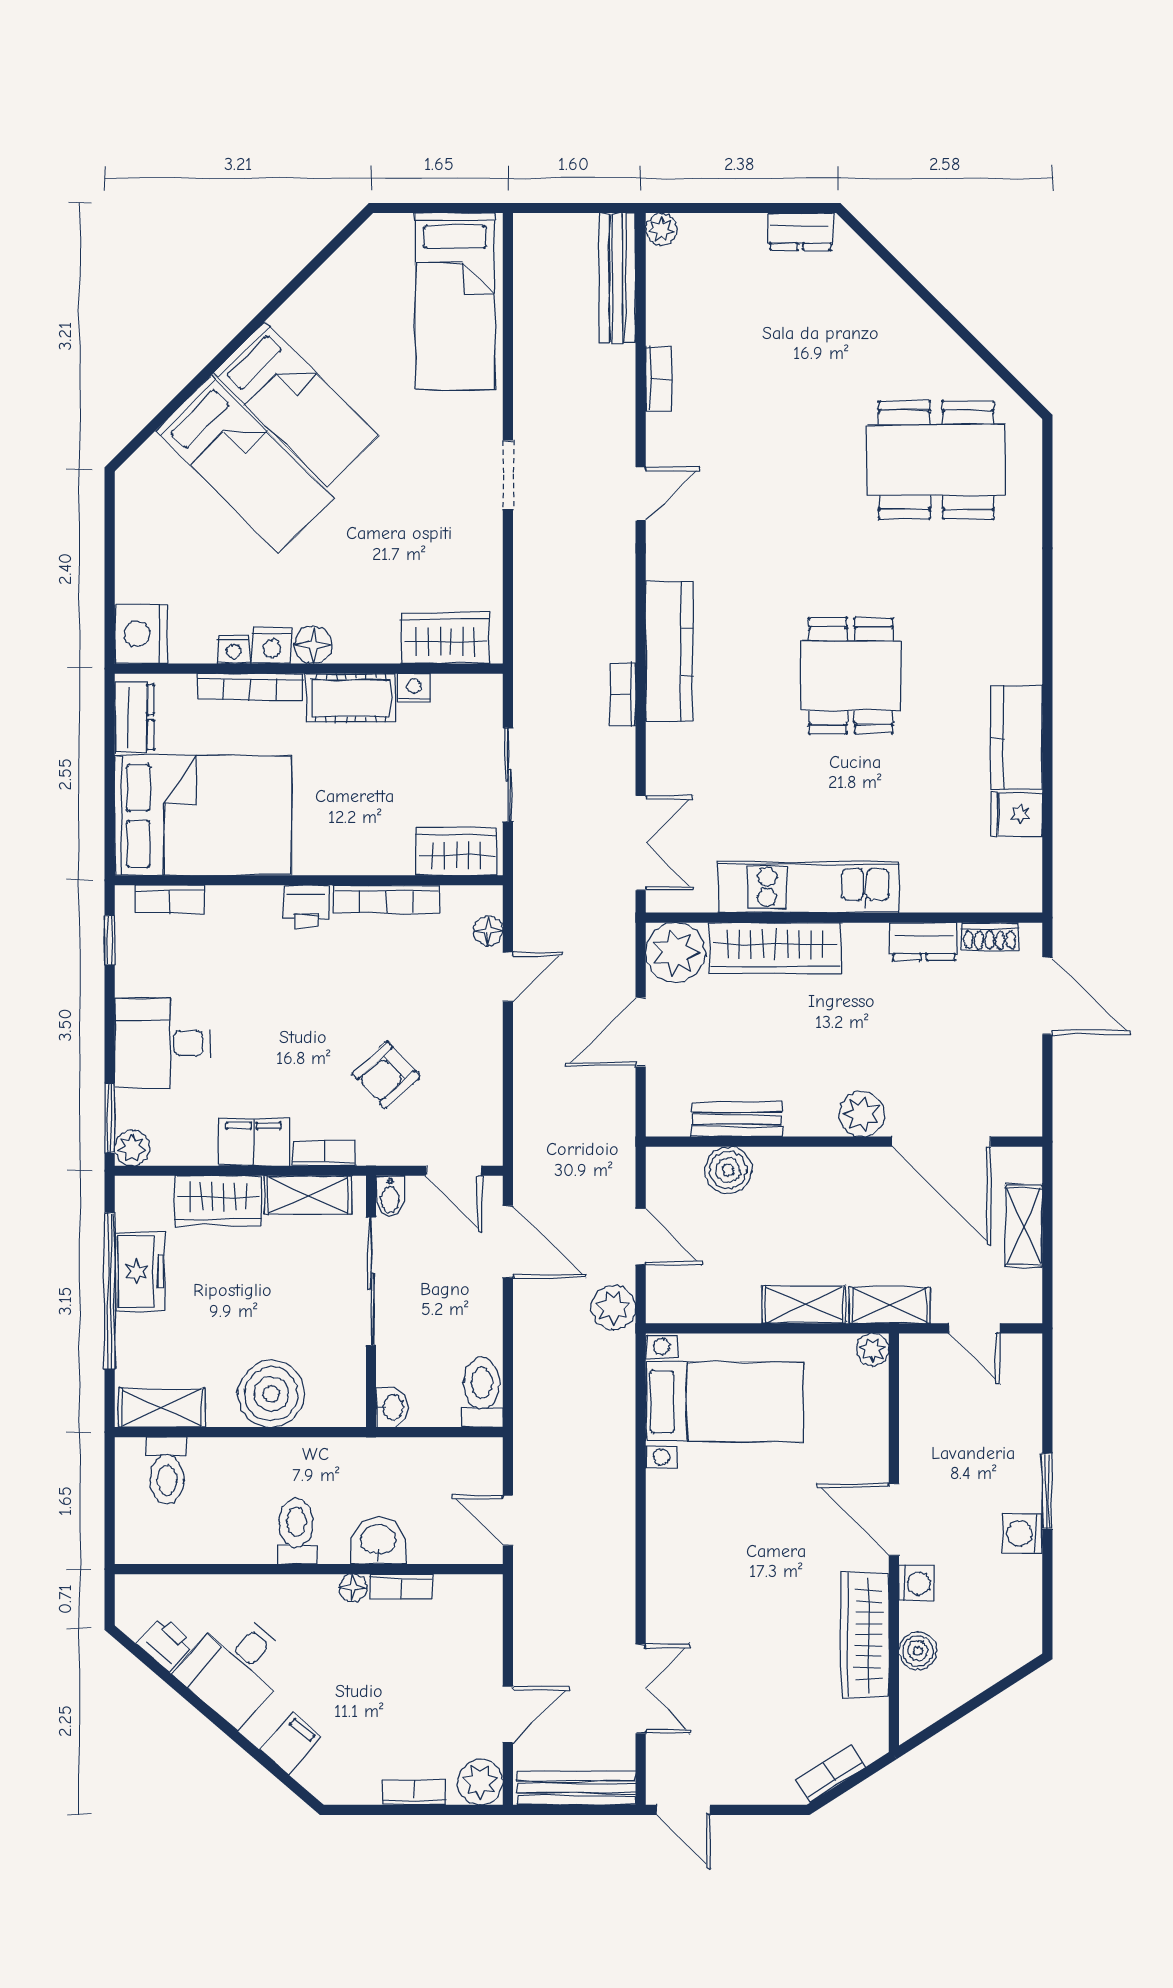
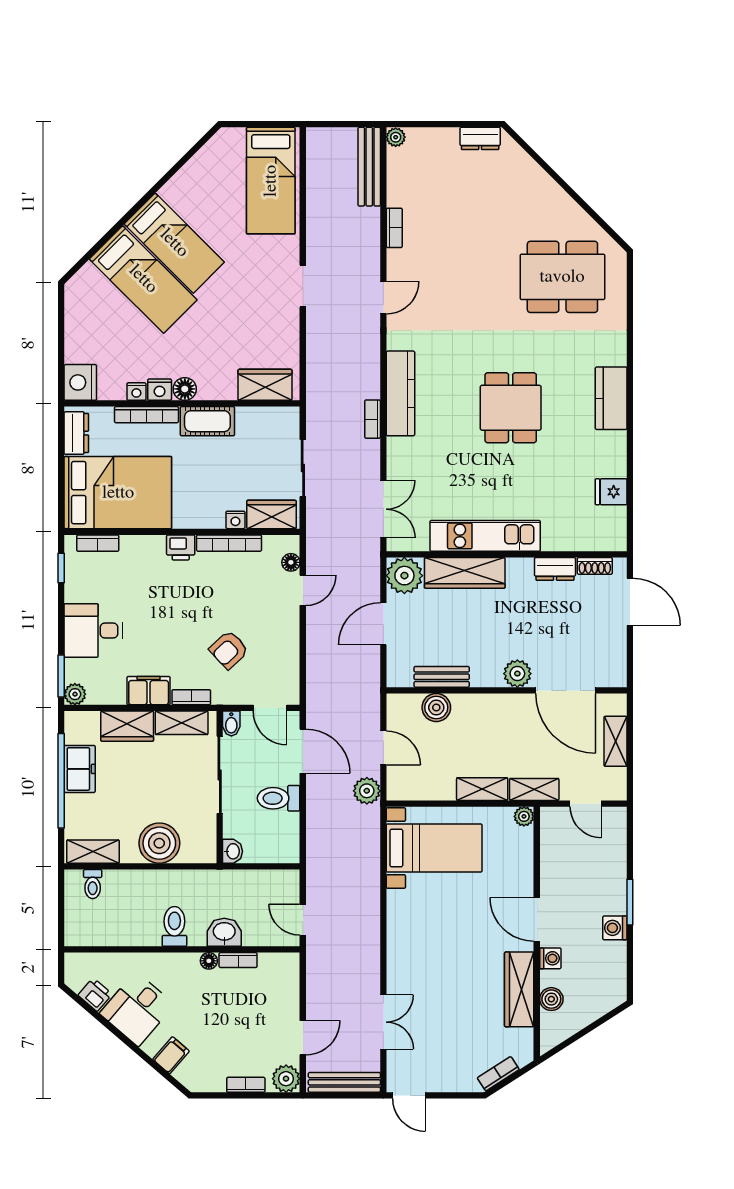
nightstand: (414, 688) -> (235, 520), moved, turned 180
kitchen counter: (1017, 737) -> (611, 398), moved
toilet: (482, 1392) -> (279, 798), moved, turned -90
toilet: (167, 1471) -> (93, 884), width x0.73, depth x0.72

